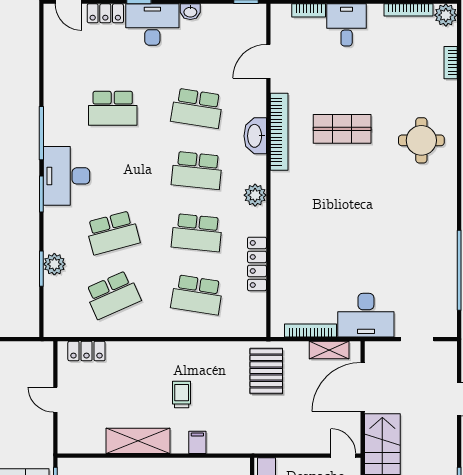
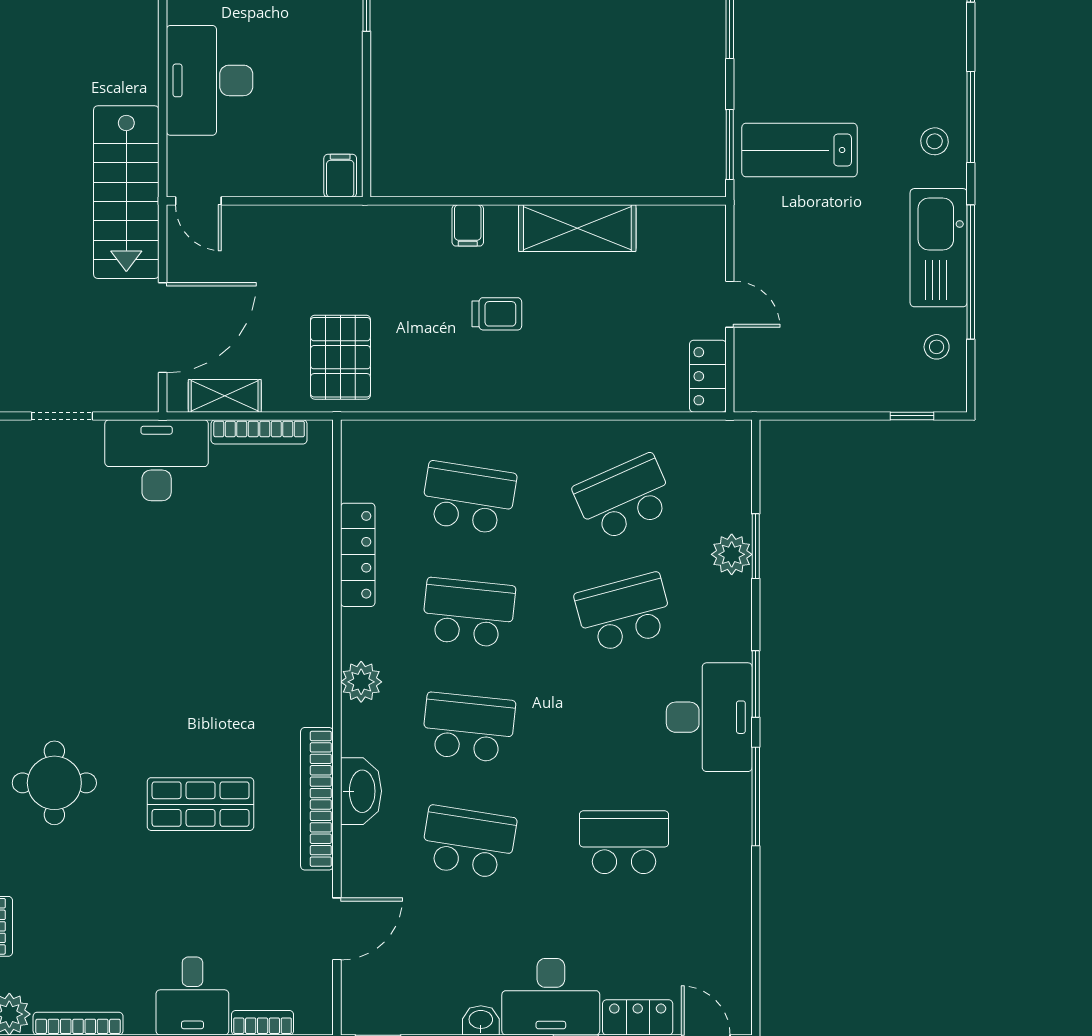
locker: (86, 351) -> (708, 376), moved, turned -90
trolley: (182, 394) -> (497, 314), turned -90

